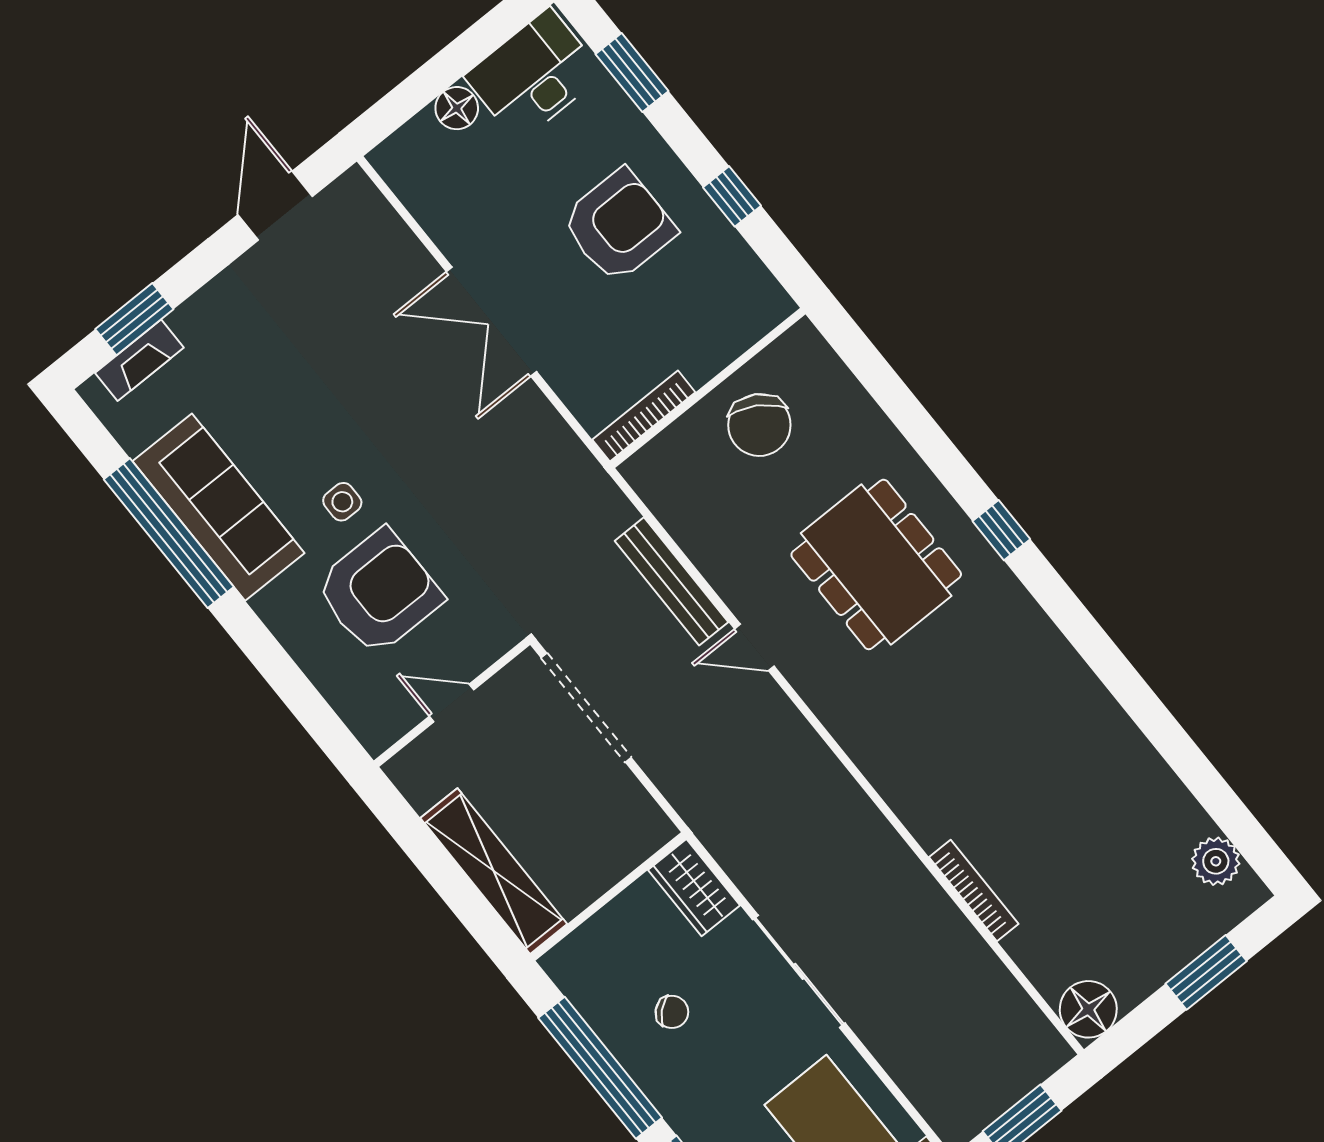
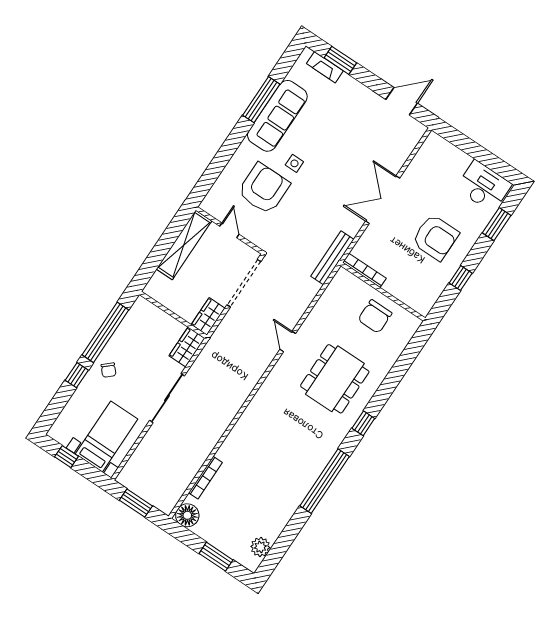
floor lamp: (457, 108) -> (462, 160), removed
chair: (759, 425) -> (375, 316), turned -31
window: (169, 533) -> (261, 100), width x0.68
bench: (671, 581) -> (332, 258), moved
armchair: (379, 592) -> (264, 189), turned -90
window: (1108, 663) -> (325, 481), added
wardrobe: (638, 815) -> (208, 316), added
shelving: (494, 871) -> (184, 245), moved
bookcase: (974, 891) -> (205, 478), moved
chair: (672, 1012) -> (109, 370), moved

